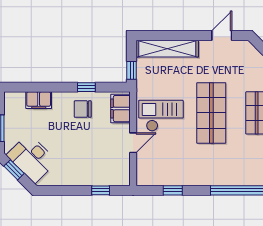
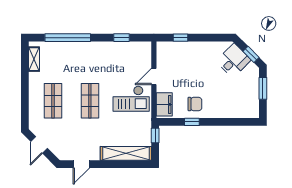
filing cabinet: (39, 100) -> (231, 111), removed
shop shelf: (211, 113) -> (90, 101), width x0.70, depth x0.74
desk: (32, 158) -> (233, 61), width x0.73

